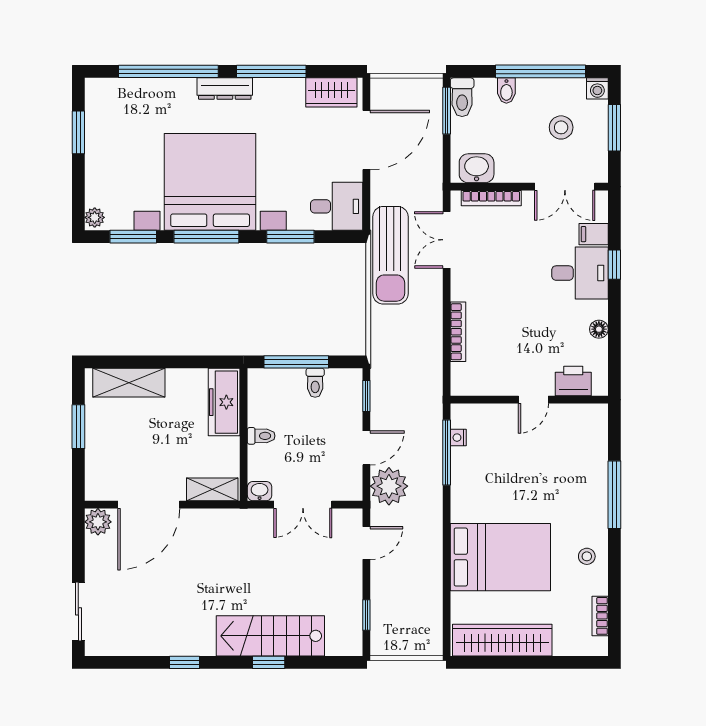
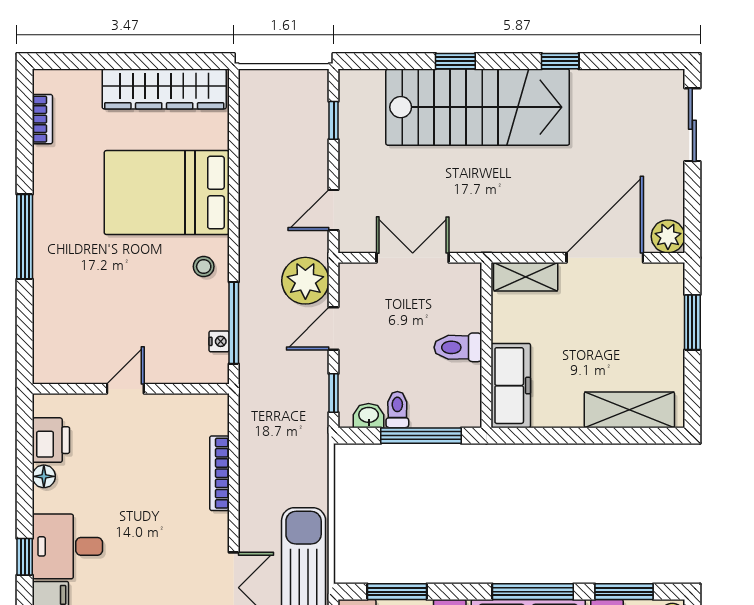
window: (290, 237) -> (397, 592), moved
printer: (573, 381) -> (51, 440), moved, turned -90
window: (78, 427) -> (692, 322), moved
toilet: (261, 436) -> (458, 347), width x1.37, depth x1.39
washbasin: (260, 491) -> (369, 416), moved, turned 180
window: (614, 495) -> (25, 237), moved
stool: (587, 556) -> (204, 266), moved
stairs: (270, 636) -> (478, 107), width x1.36, depth x1.51

